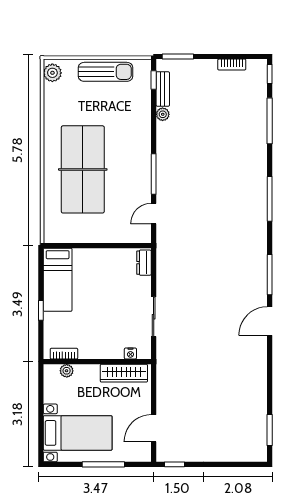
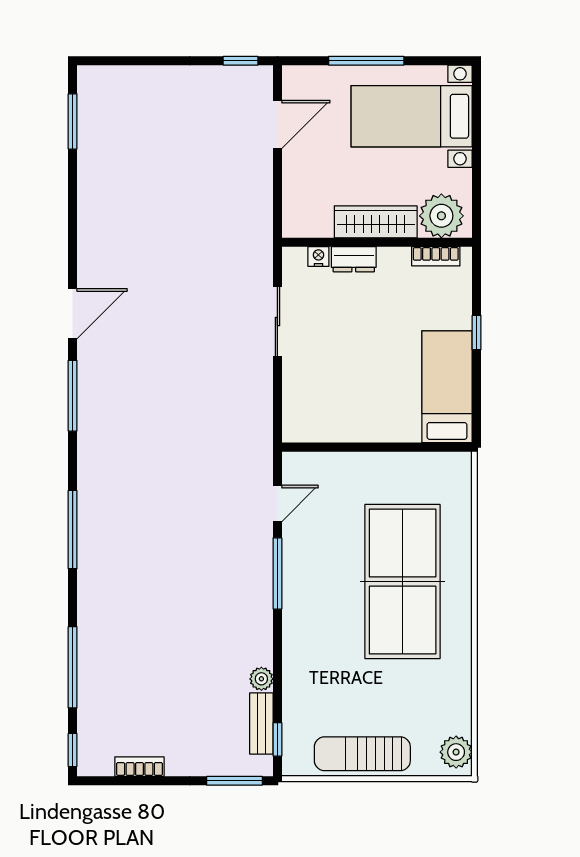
dresser: (144, 263) -> (354, 259), moved, turned 90
plant: (67, 371) -> (441, 216), width x1.88, depth x1.88
wardrobe: (124, 373) -> (376, 222), moved

